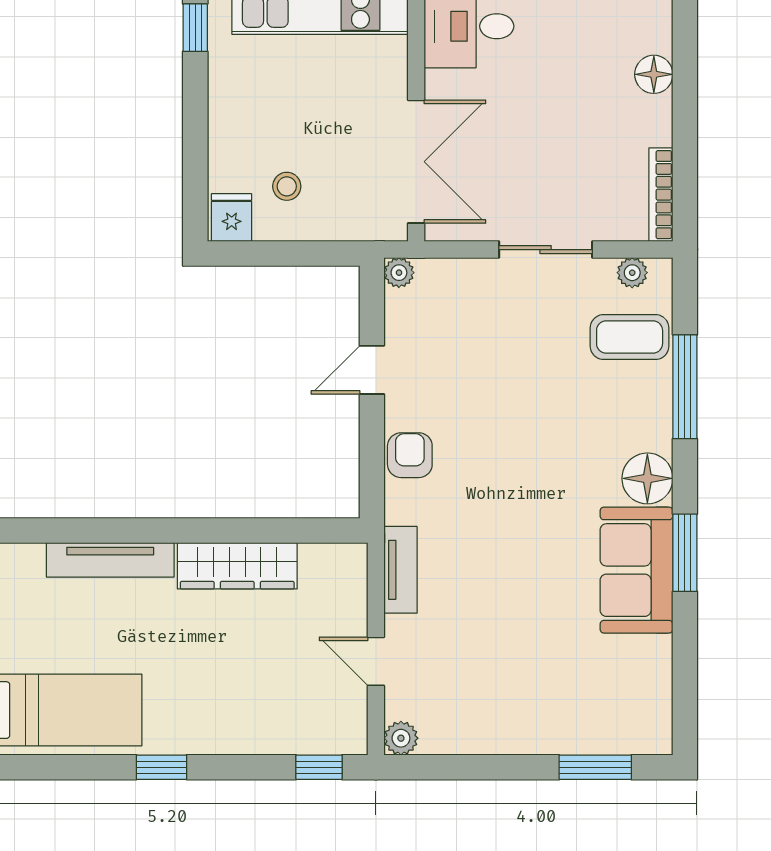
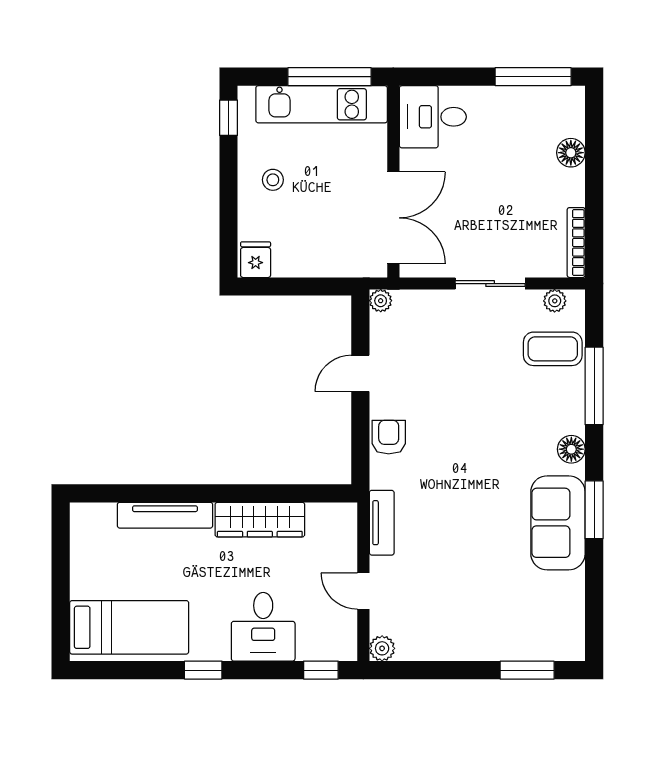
stool: (287, 186) -> (273, 180), moved
floor lamp: (647, 478) -> (571, 449), width x0.73, depth x0.73
desk: (242, 709) -> (263, 627), added

